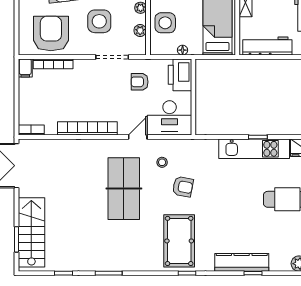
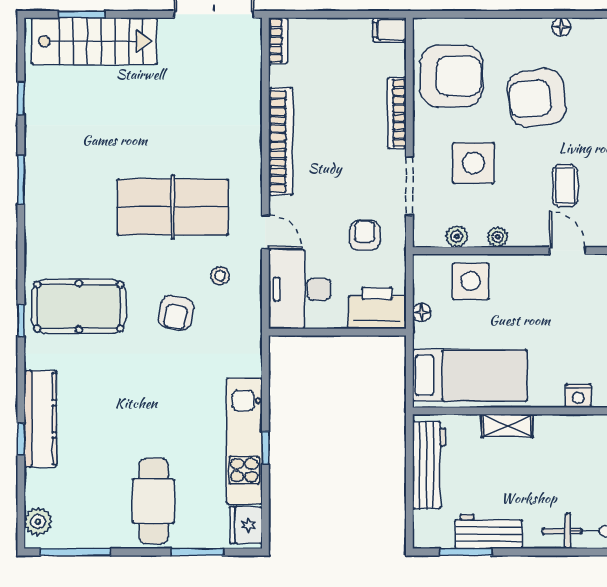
bookcase: (53, 64) -> (397, 113), moved

